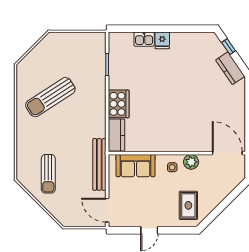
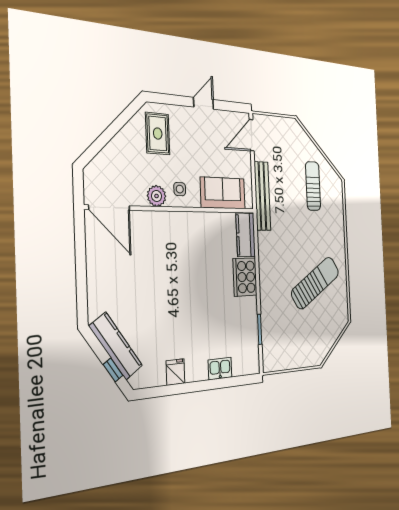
fridge: (162, 40) -> (175, 372), moved
kitchen counter: (230, 68) -> (116, 346), width x1.50
door: (107, 210) -> (252, 135), swing flipped

